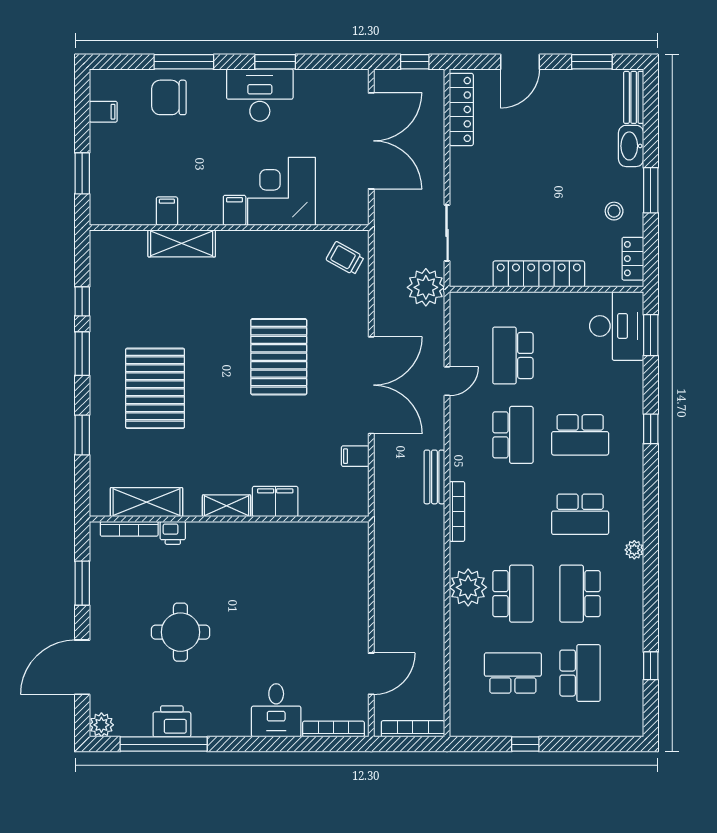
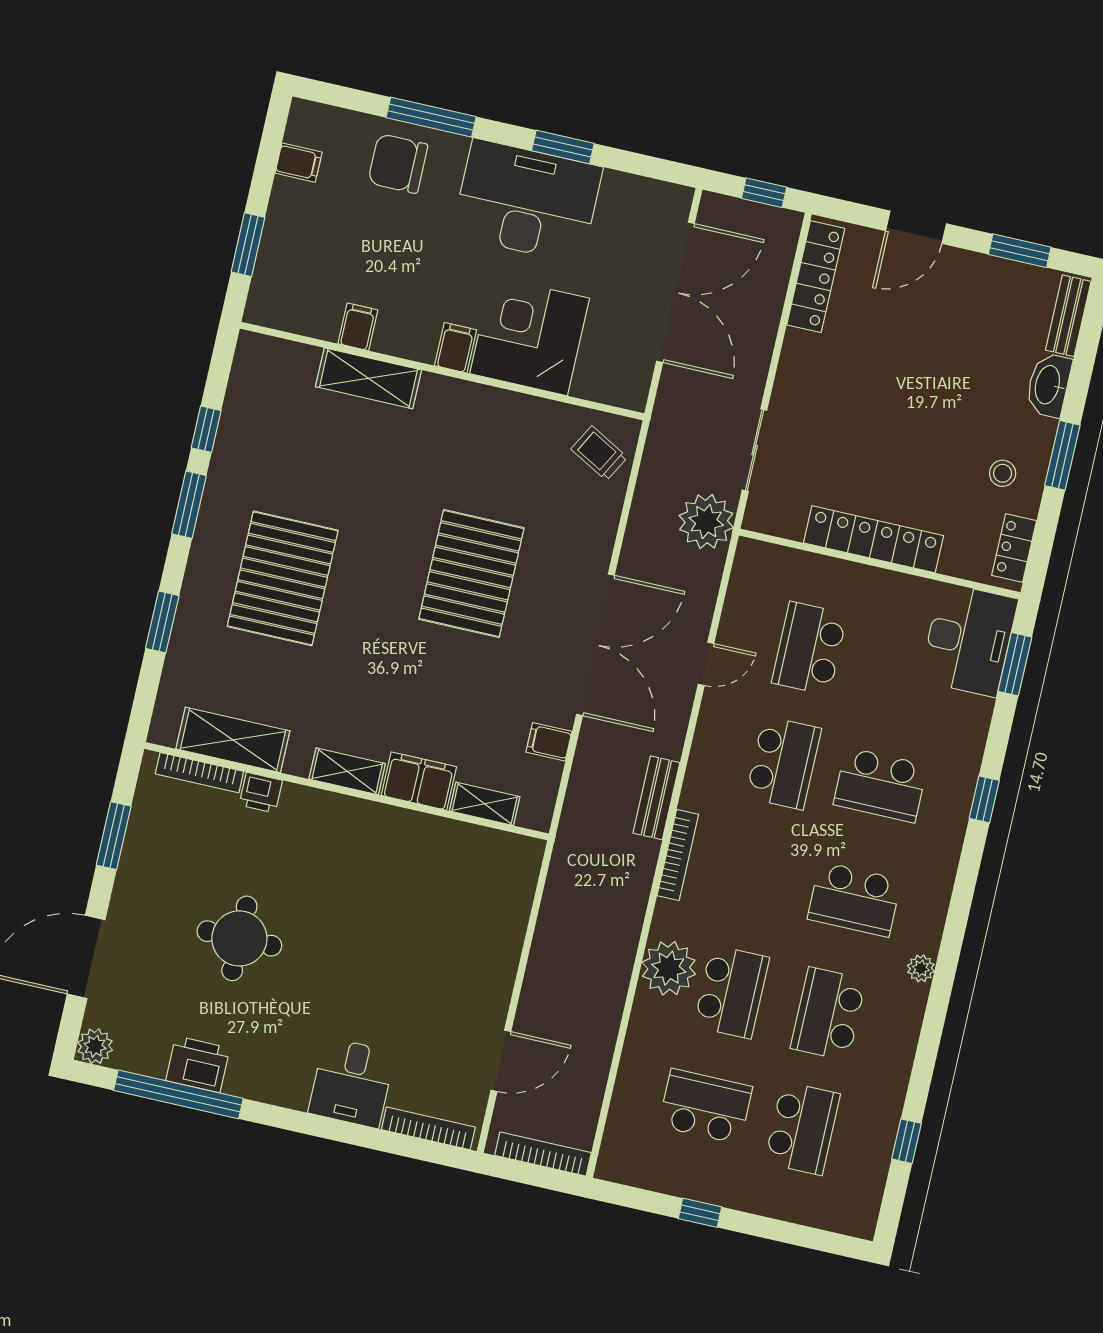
desk: (260, 95) -> (527, 201), width x1.36, depth x1.30
shelving: (322, 507) -> (485, 804), added

